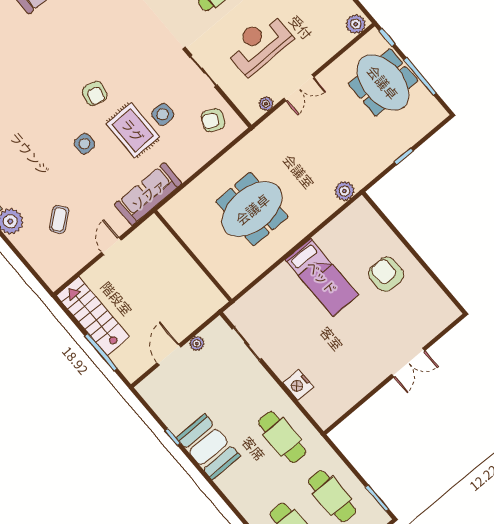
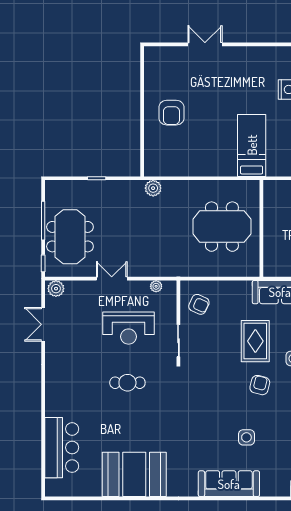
double door: (299, 88) -> (112, 279), moved
side table: (163, 114) -> (246, 437), moved
wall: (193, 256) -> (261, 228), moved
bed: (322, 277) -> (252, 145), moved

